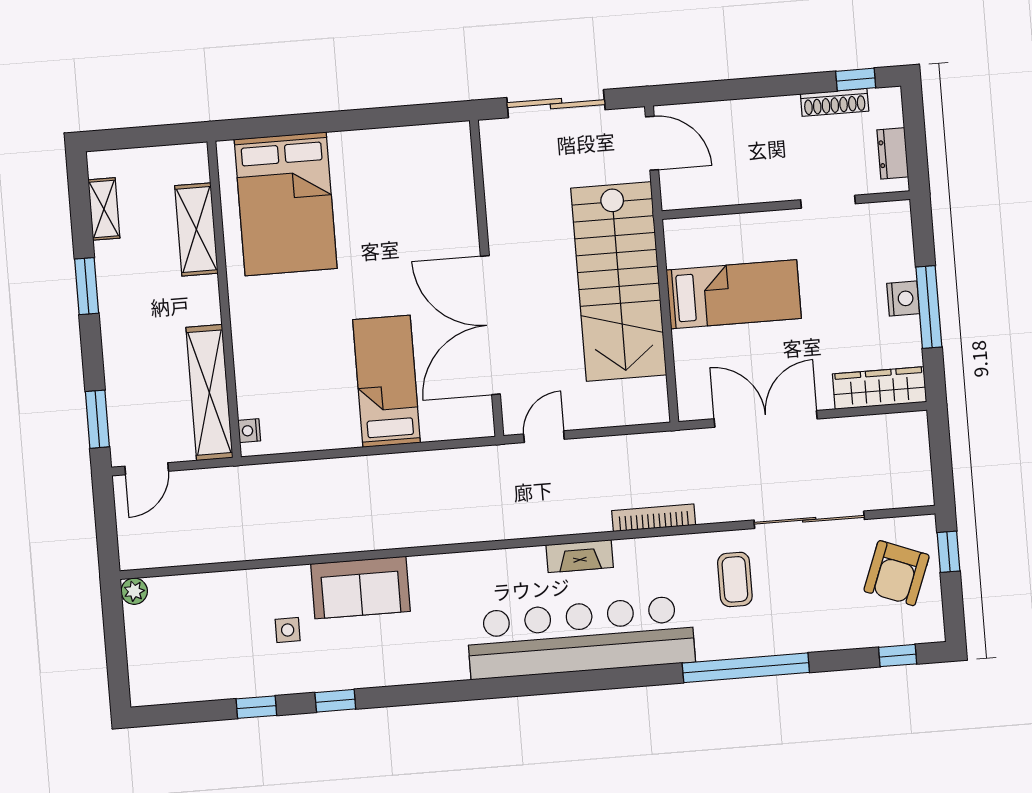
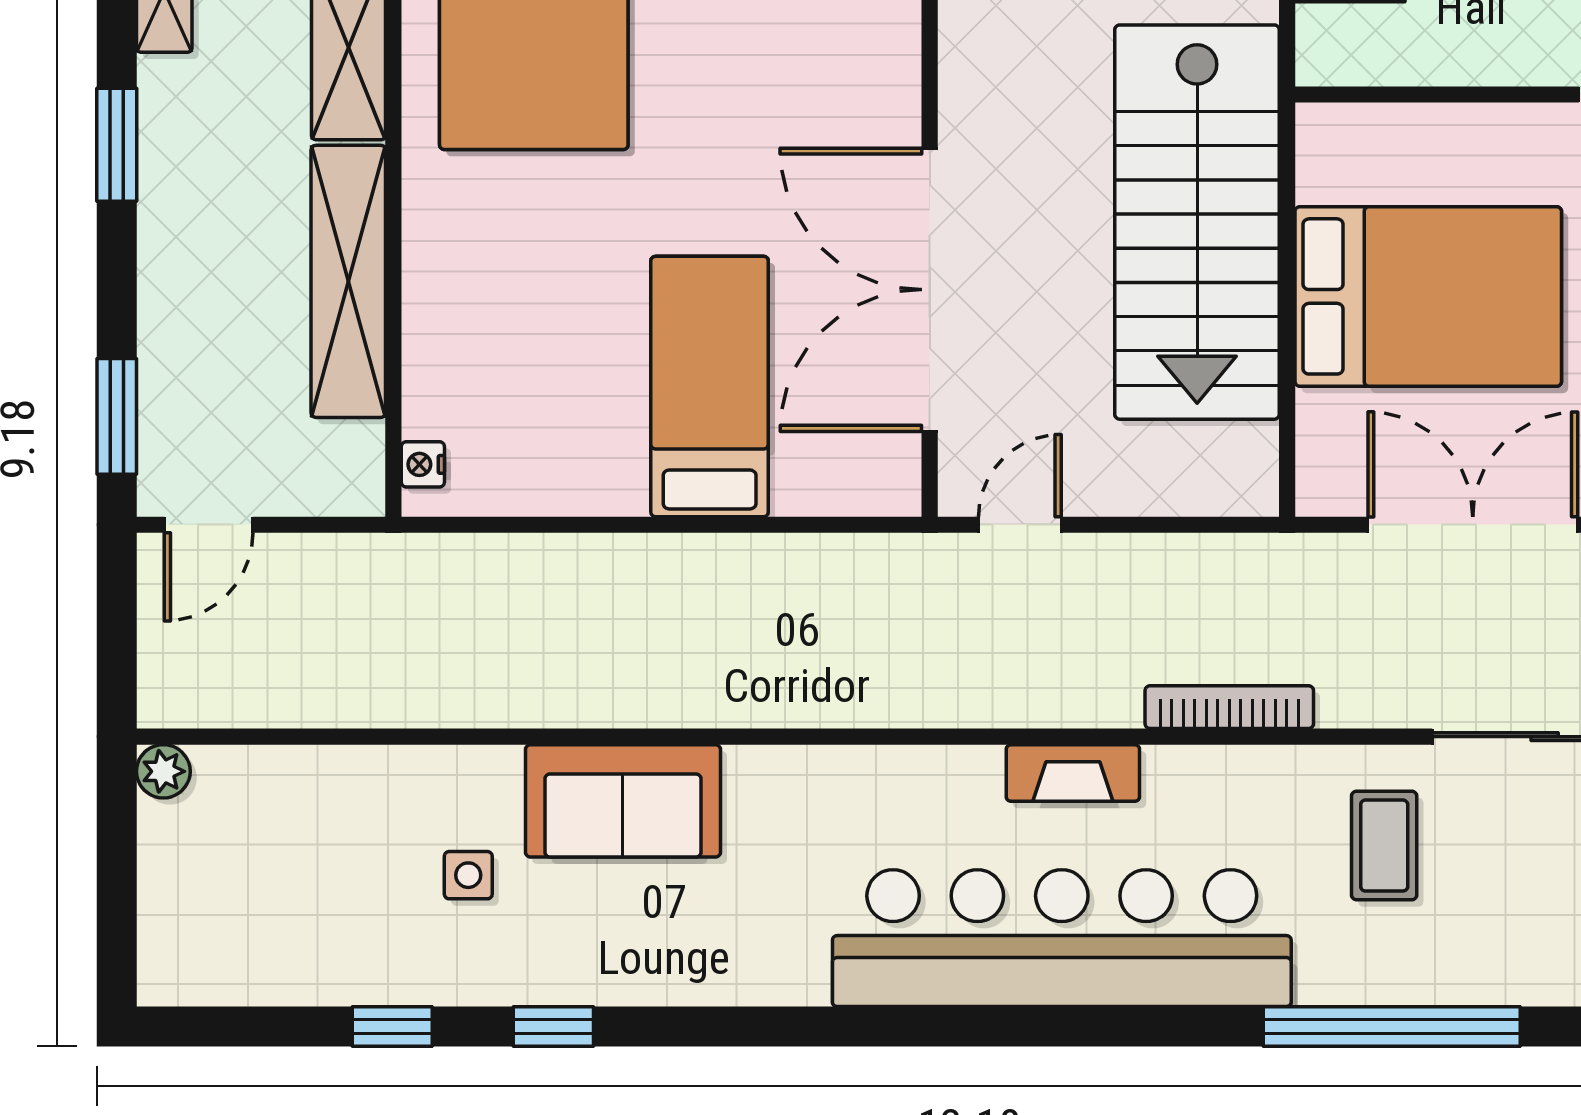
bed: (734, 294) -> (1428, 296), width x1.50
shelving: (209, 393) -> (348, 281), moved

